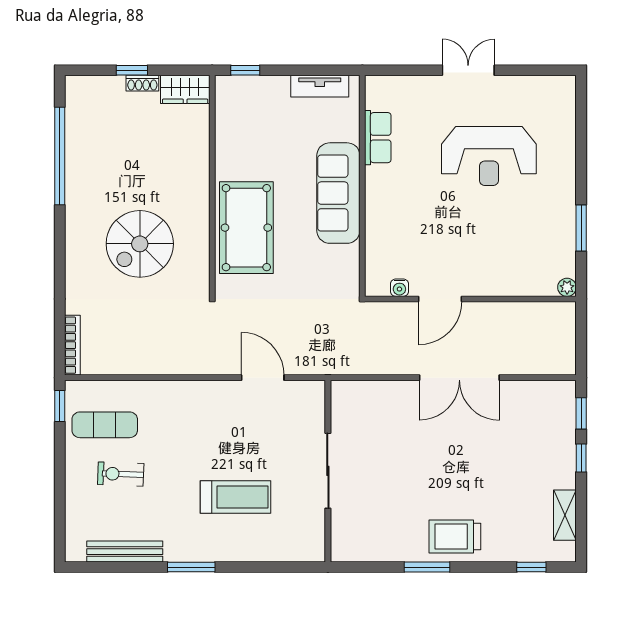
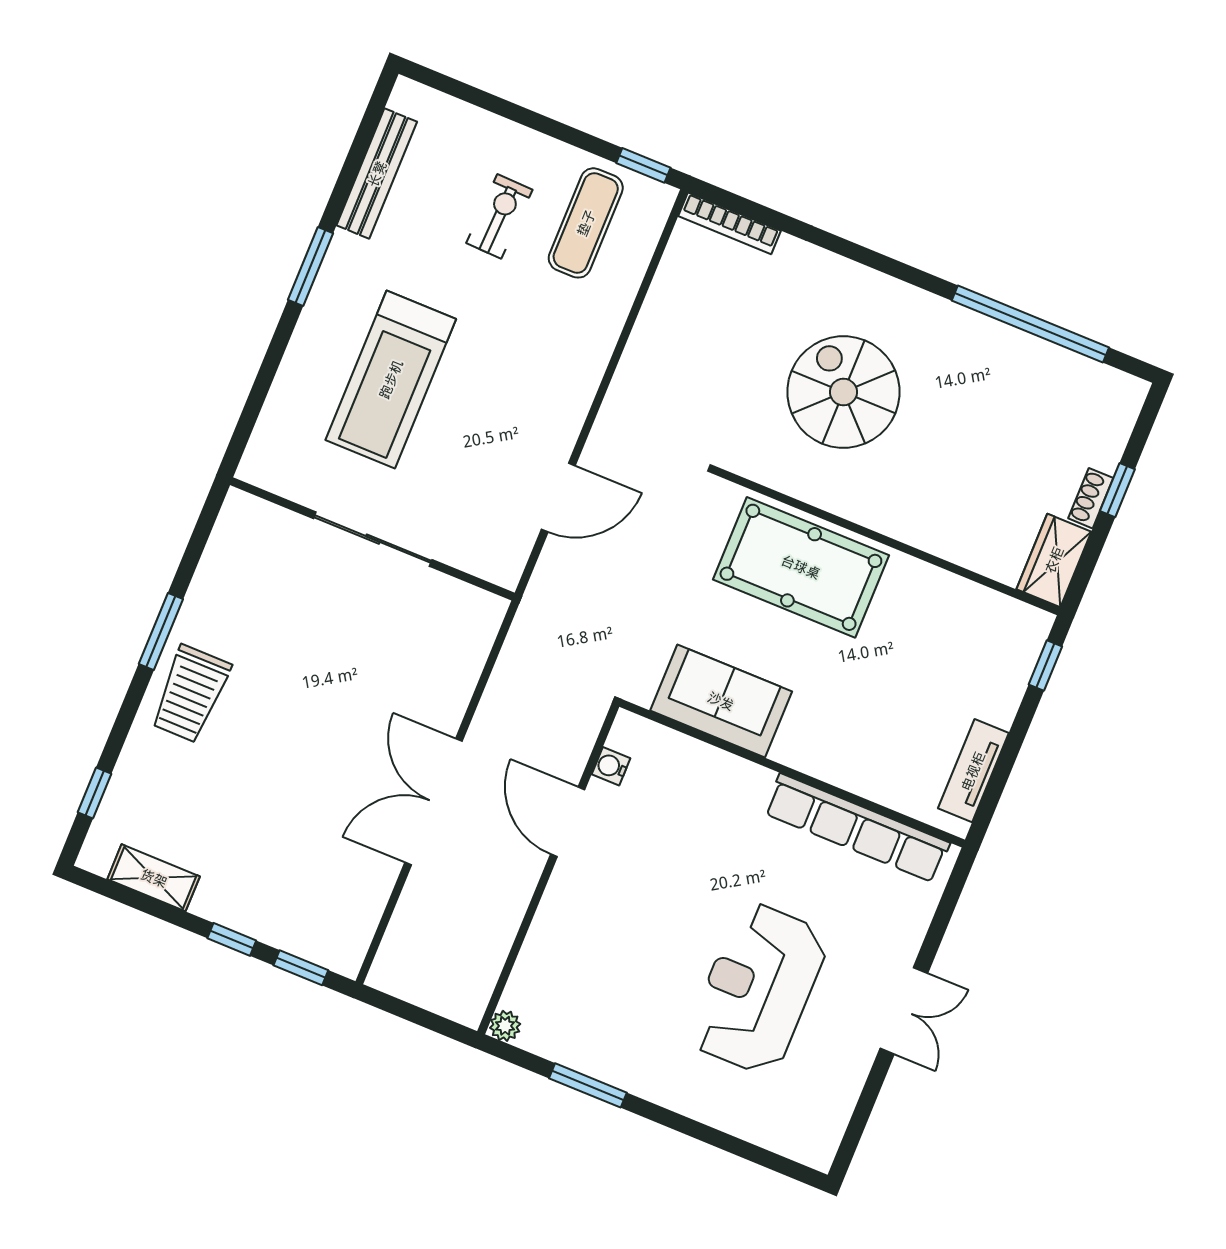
row of seats: (378, 138) -> (857, 828), width x2.02
sofa: (338, 193) -> (721, 701), moved, width x0.73
treadmill: (236, 497) -> (391, 379), width x1.37, depth x1.38
trolley: (455, 537) -> (190, 694), turned 180

